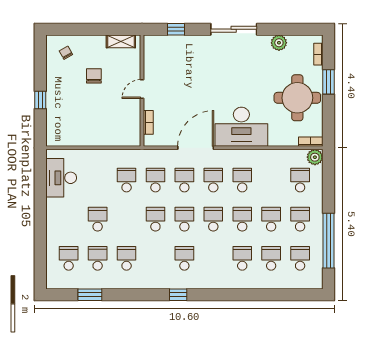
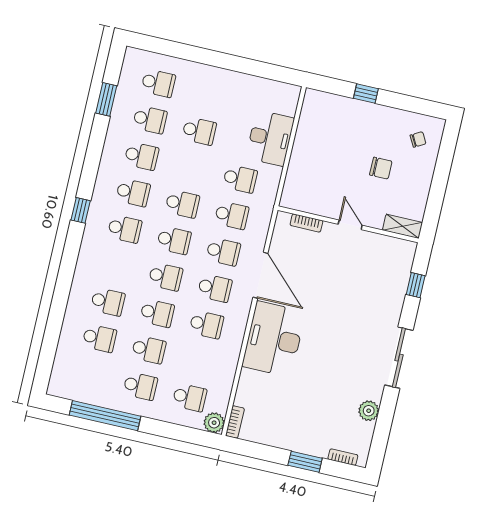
shelving: (121, 41) -> (402, 226), moved, turned 90
round table: (297, 98) -> (294, 418), removed
desk: (61, 178) -> (270, 138), moved, turned 90
school desk: (300, 258) -> (133, 192), moved

